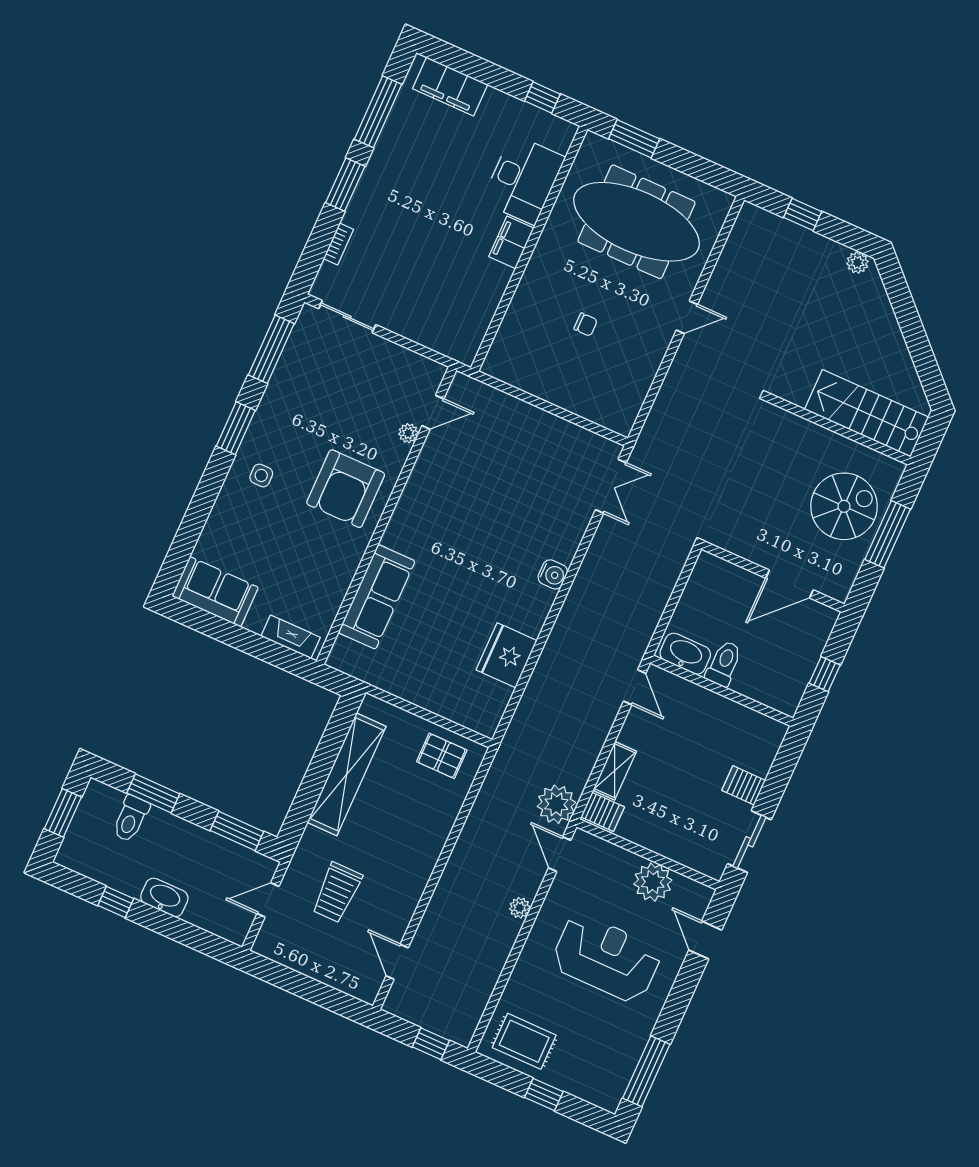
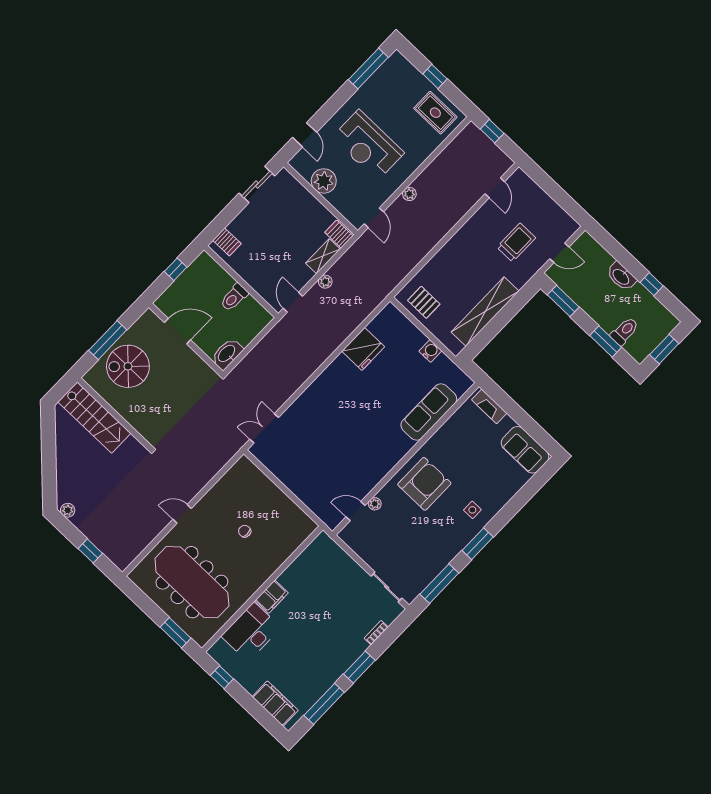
water cooler: (553, 574) -> (430, 351), moved, turned 90
washbasin: (685, 654) -> (227, 354), moved, turned 90
server rack: (744, 785) -> (227, 242), moved
plant: (556, 804) -> (325, 282), moved, width x0.53, depth x0.53

